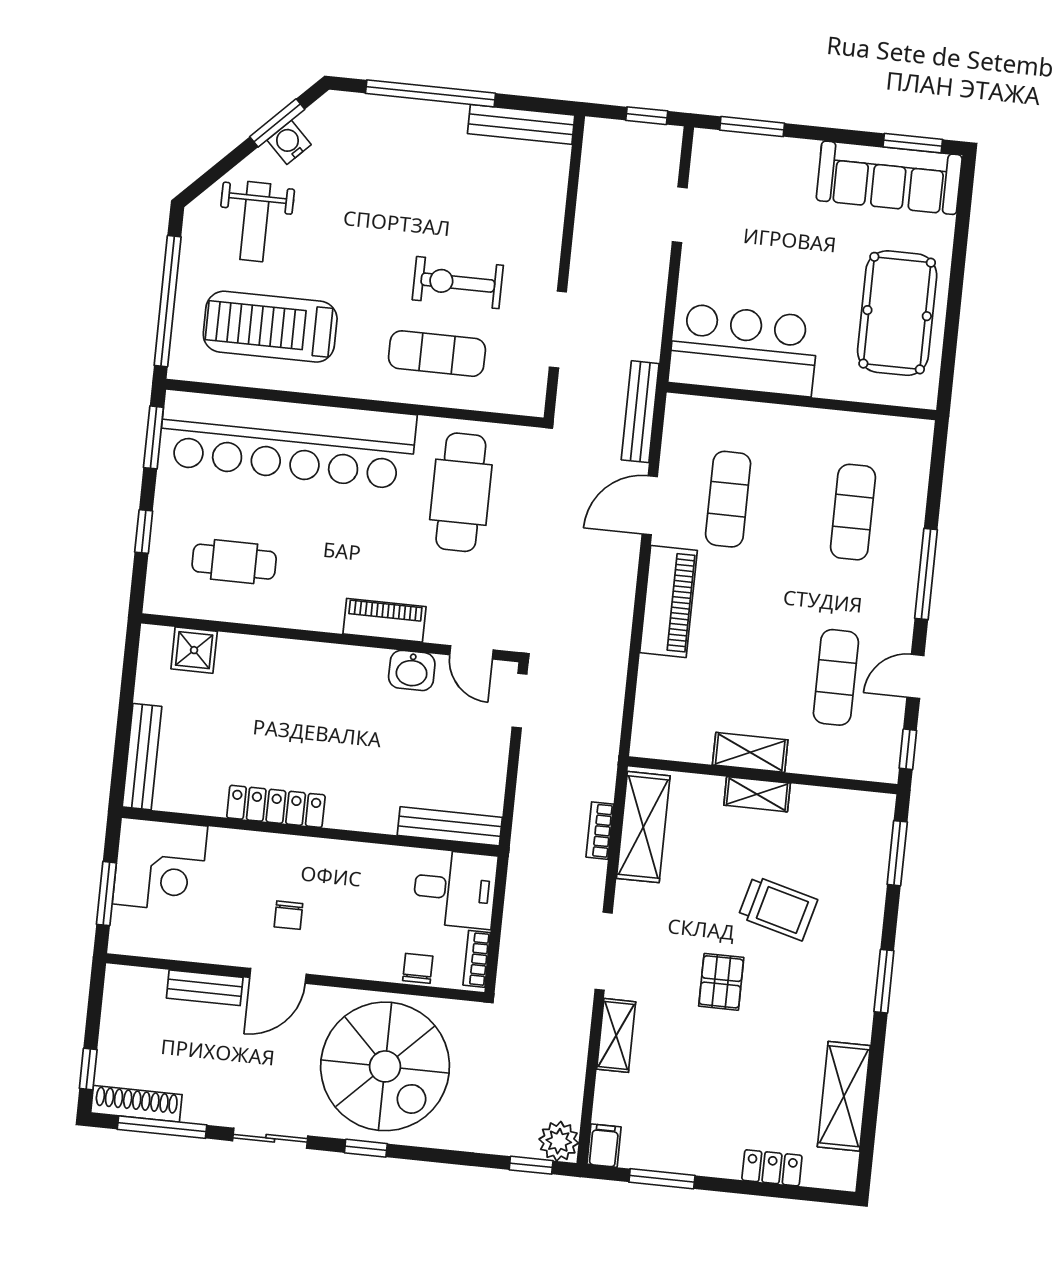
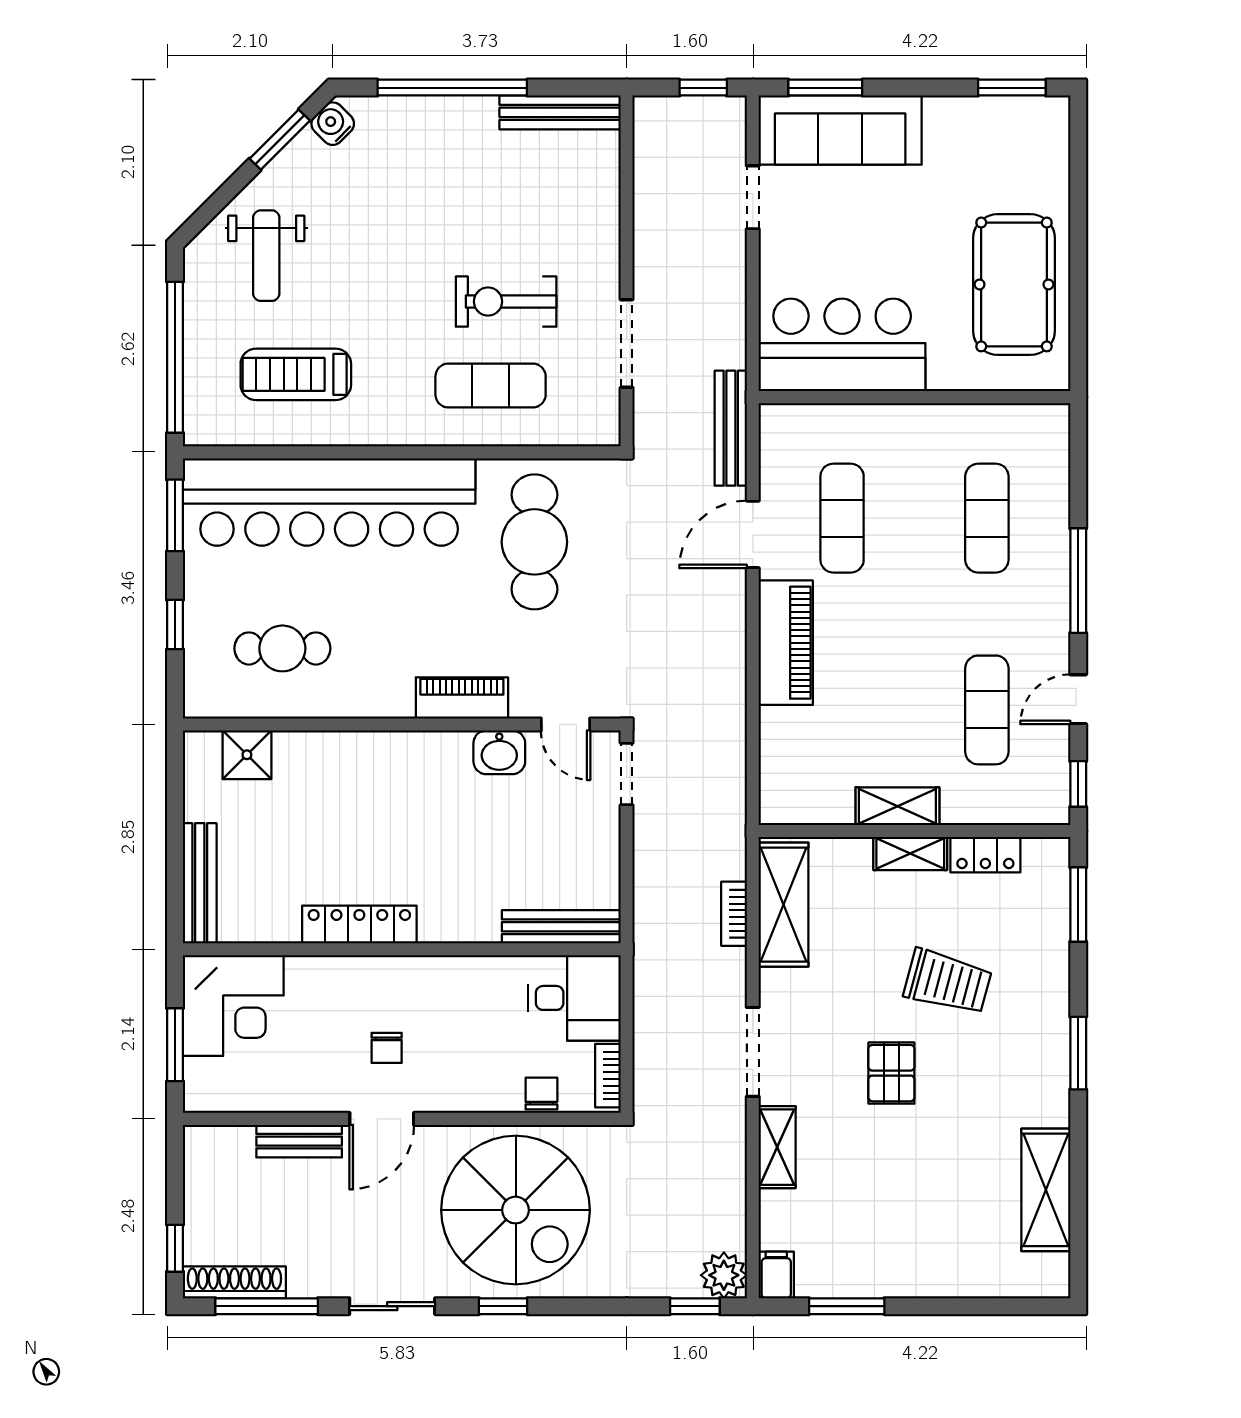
water cooler: (289, 142) -> (333, 124), moved
sofa: (889, 178) -> (840, 130), moved
treadmill: (270, 327) -> (296, 374), width x0.73, depth x0.73
locker: (772, 1168) -> (985, 855), moved, turned 180

